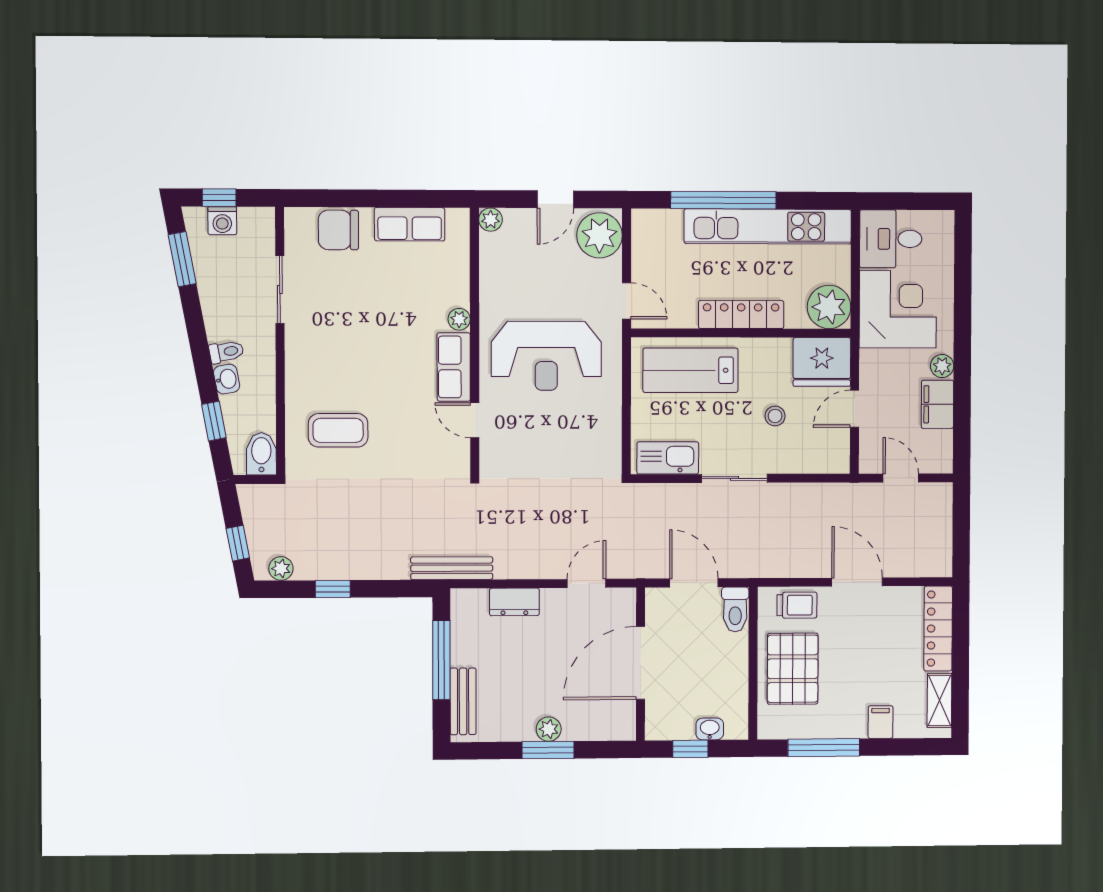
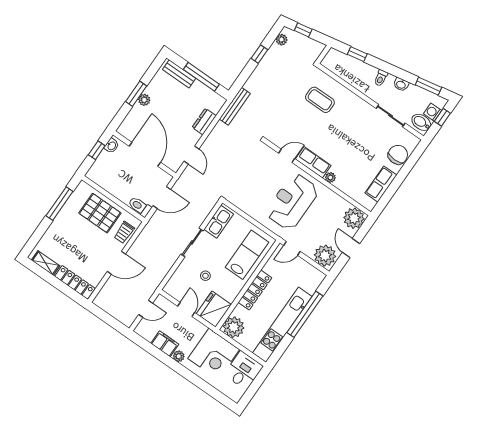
plant: (491, 220) -> (354, 218), width x1.87, depth x1.87
washbasin: (227, 379) -> (401, 84), moved
coffee table: (338, 430) -> (320, 100), turned 90
bidet: (261, 454) -> (421, 122), moved, turned 180
filing cabinet: (881, 722) -> (54, 233), removed
washbasin: (710, 729) -> (112, 146), moved

